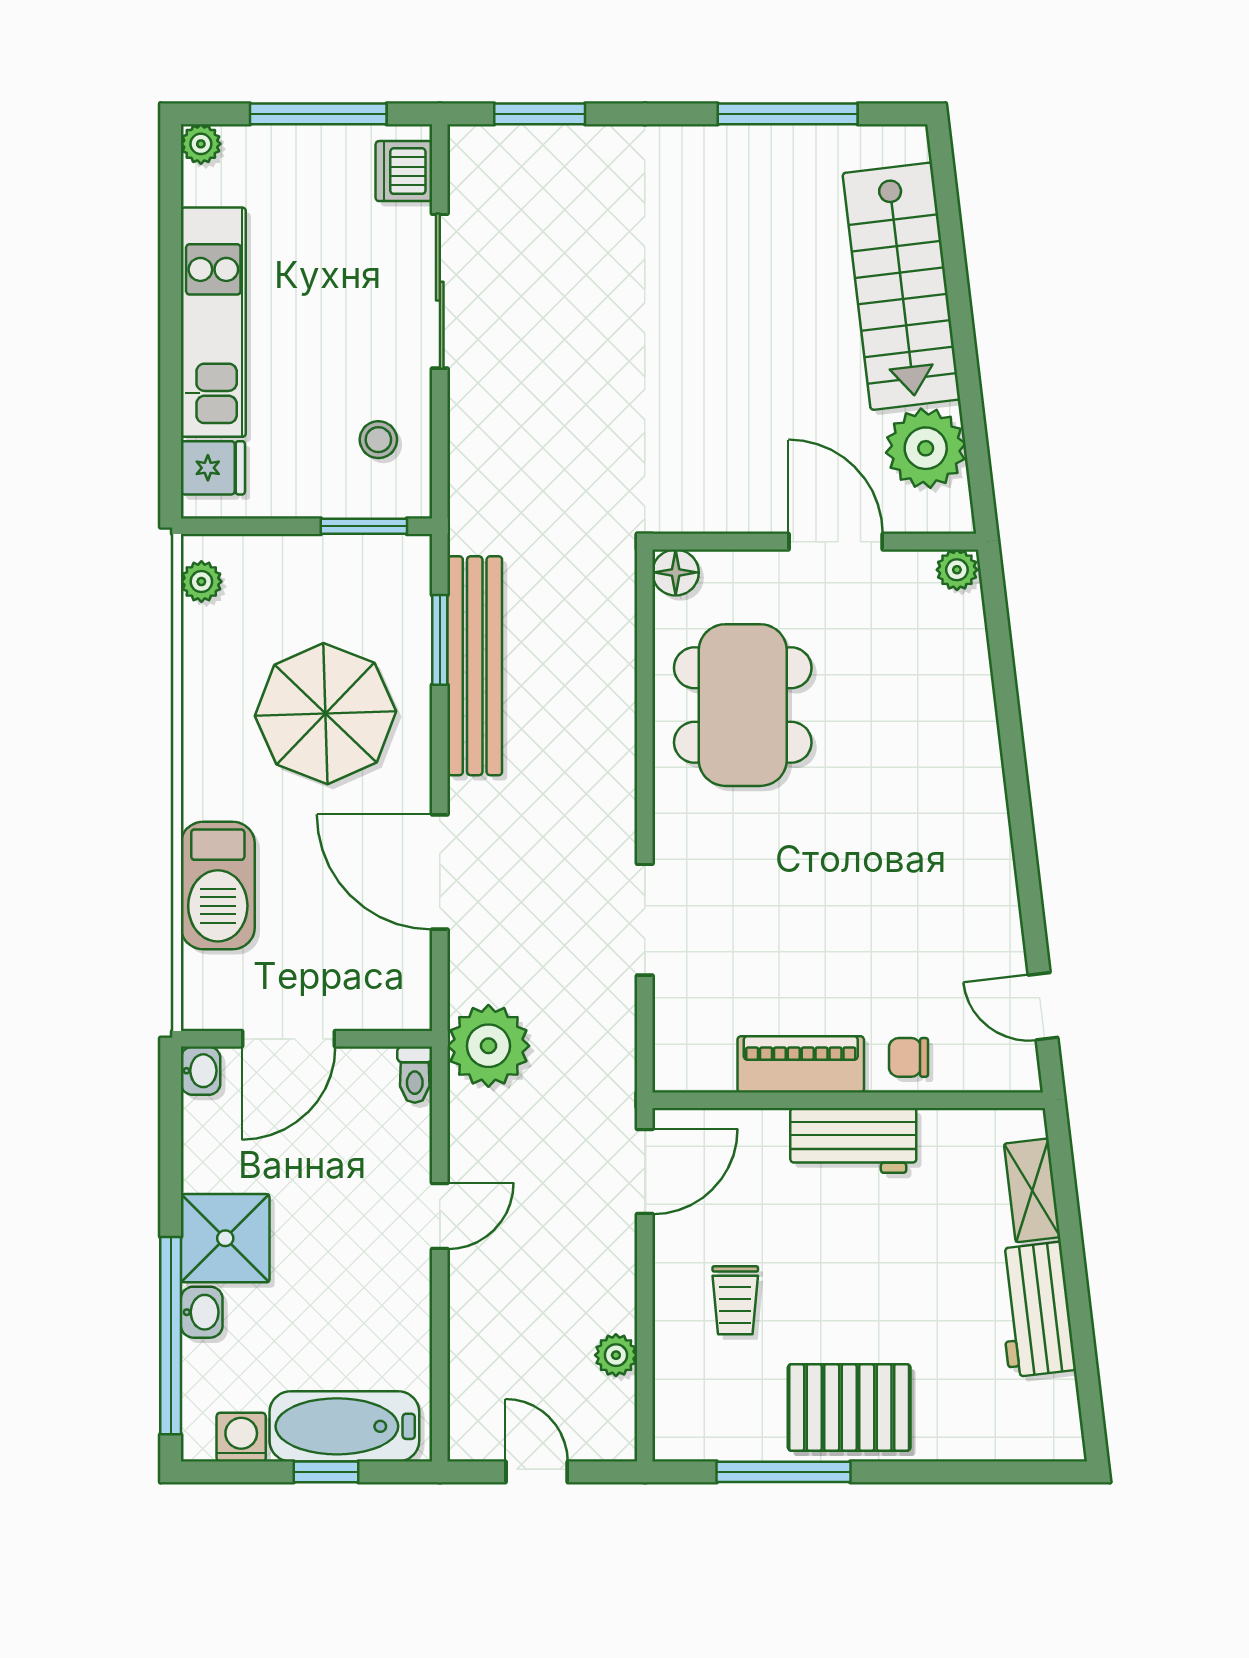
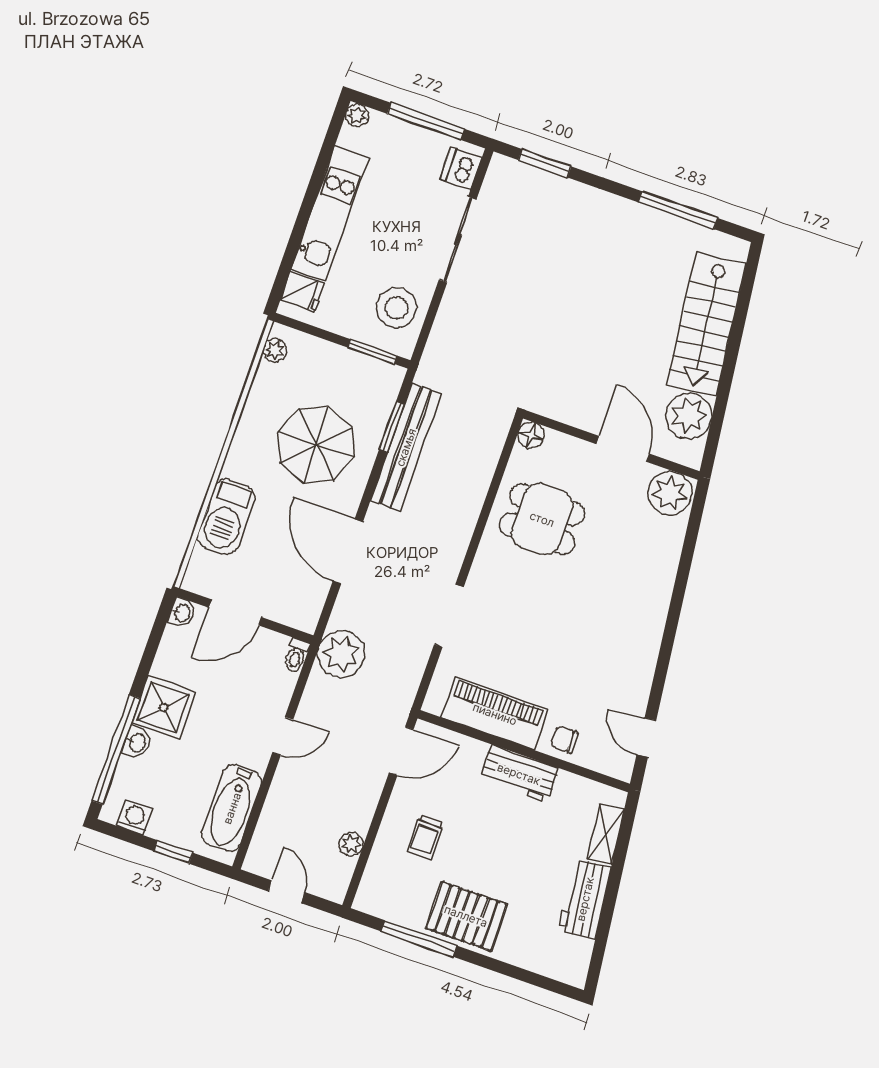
stool: (378, 440) -> (397, 308), width x1.89, depth x1.89
plant: (957, 570) -> (670, 493), width x1.88, depth x1.88
dining table: (743, 705) -> (542, 519), width x0.73
piano: (801, 1064) -> (495, 714), width x1.37, depth x1.33
bathtub: (344, 1426) -> (232, 808), moved, turned -90

